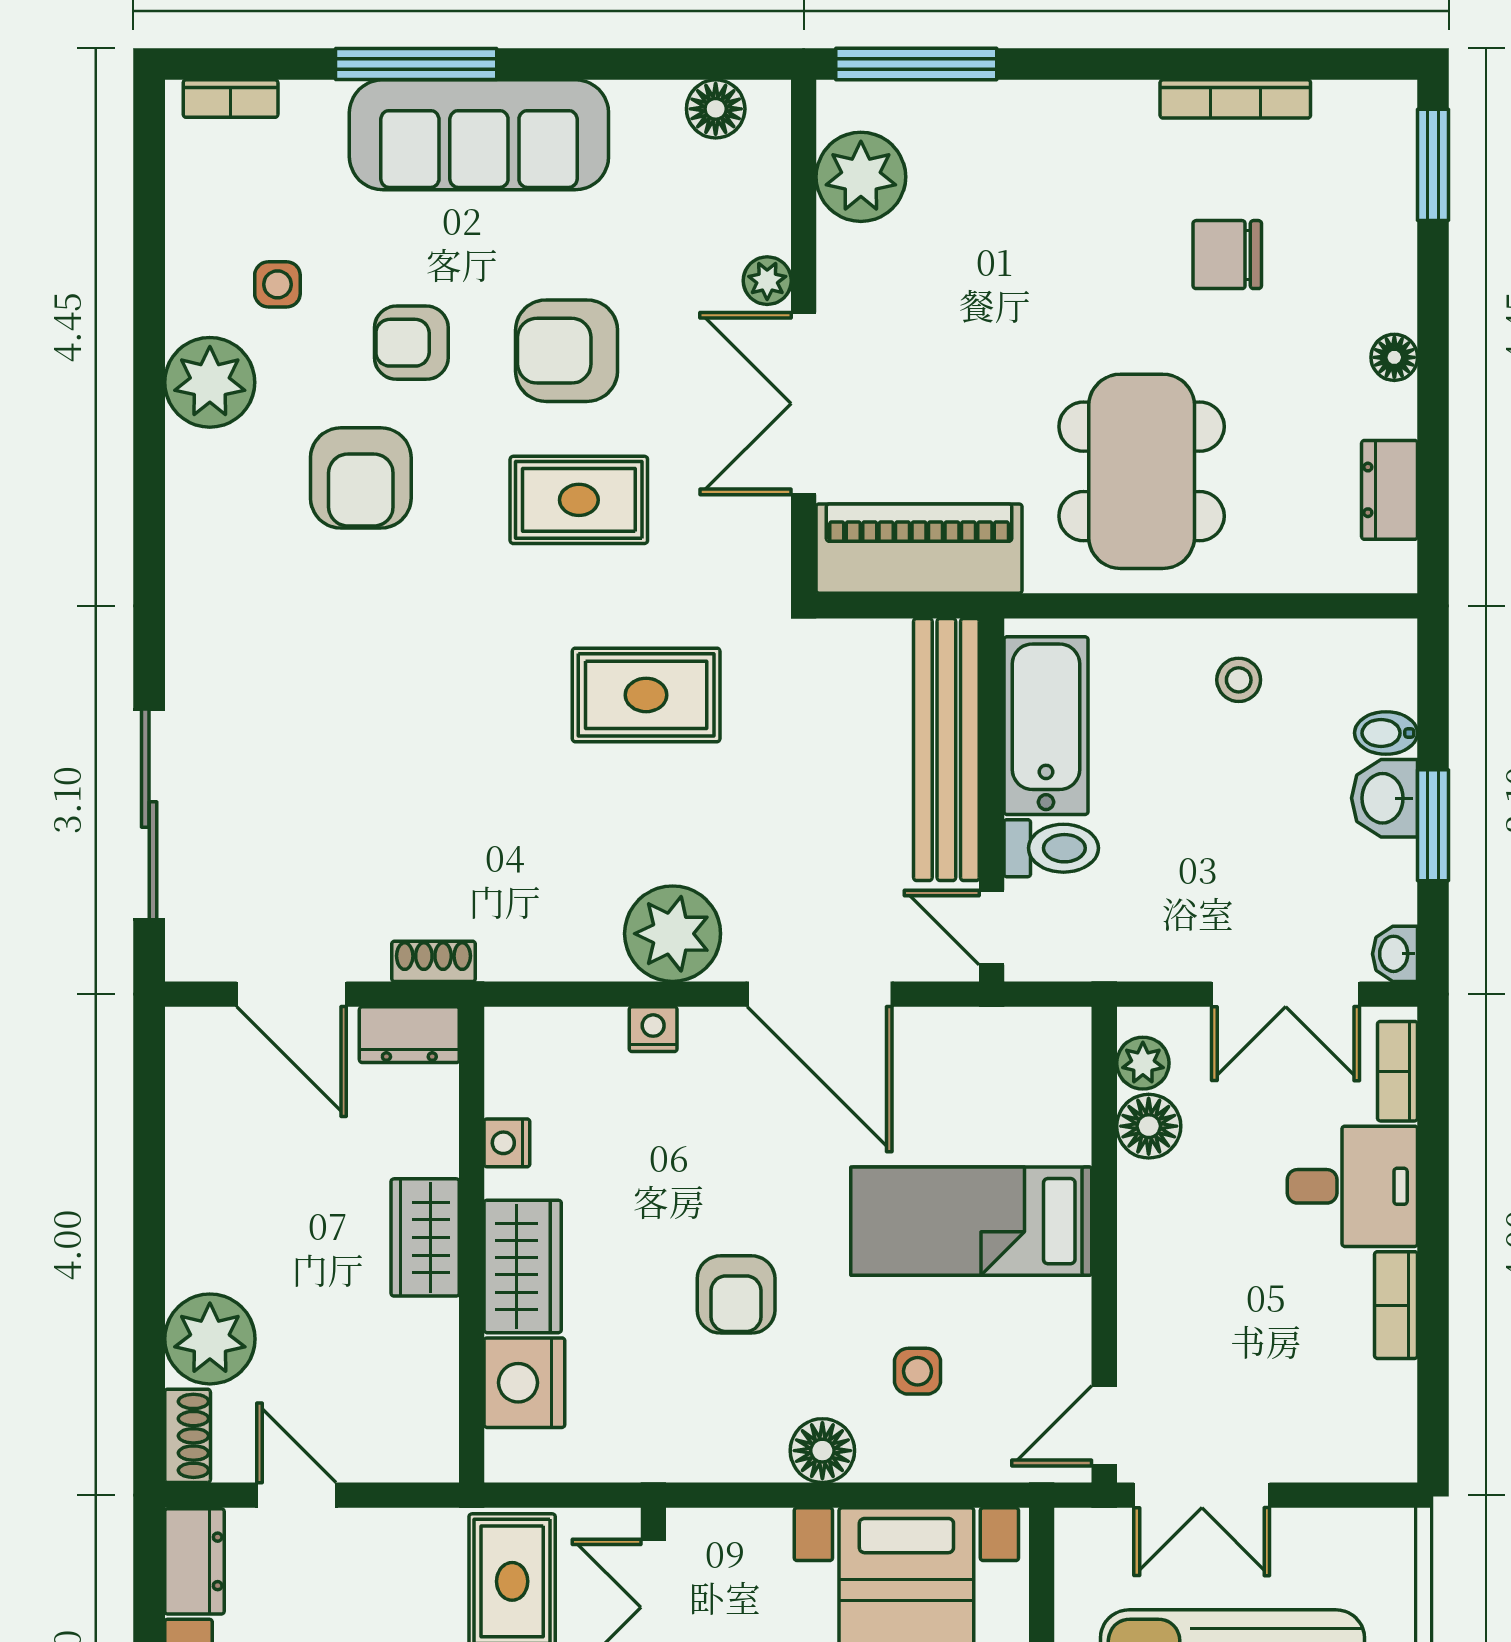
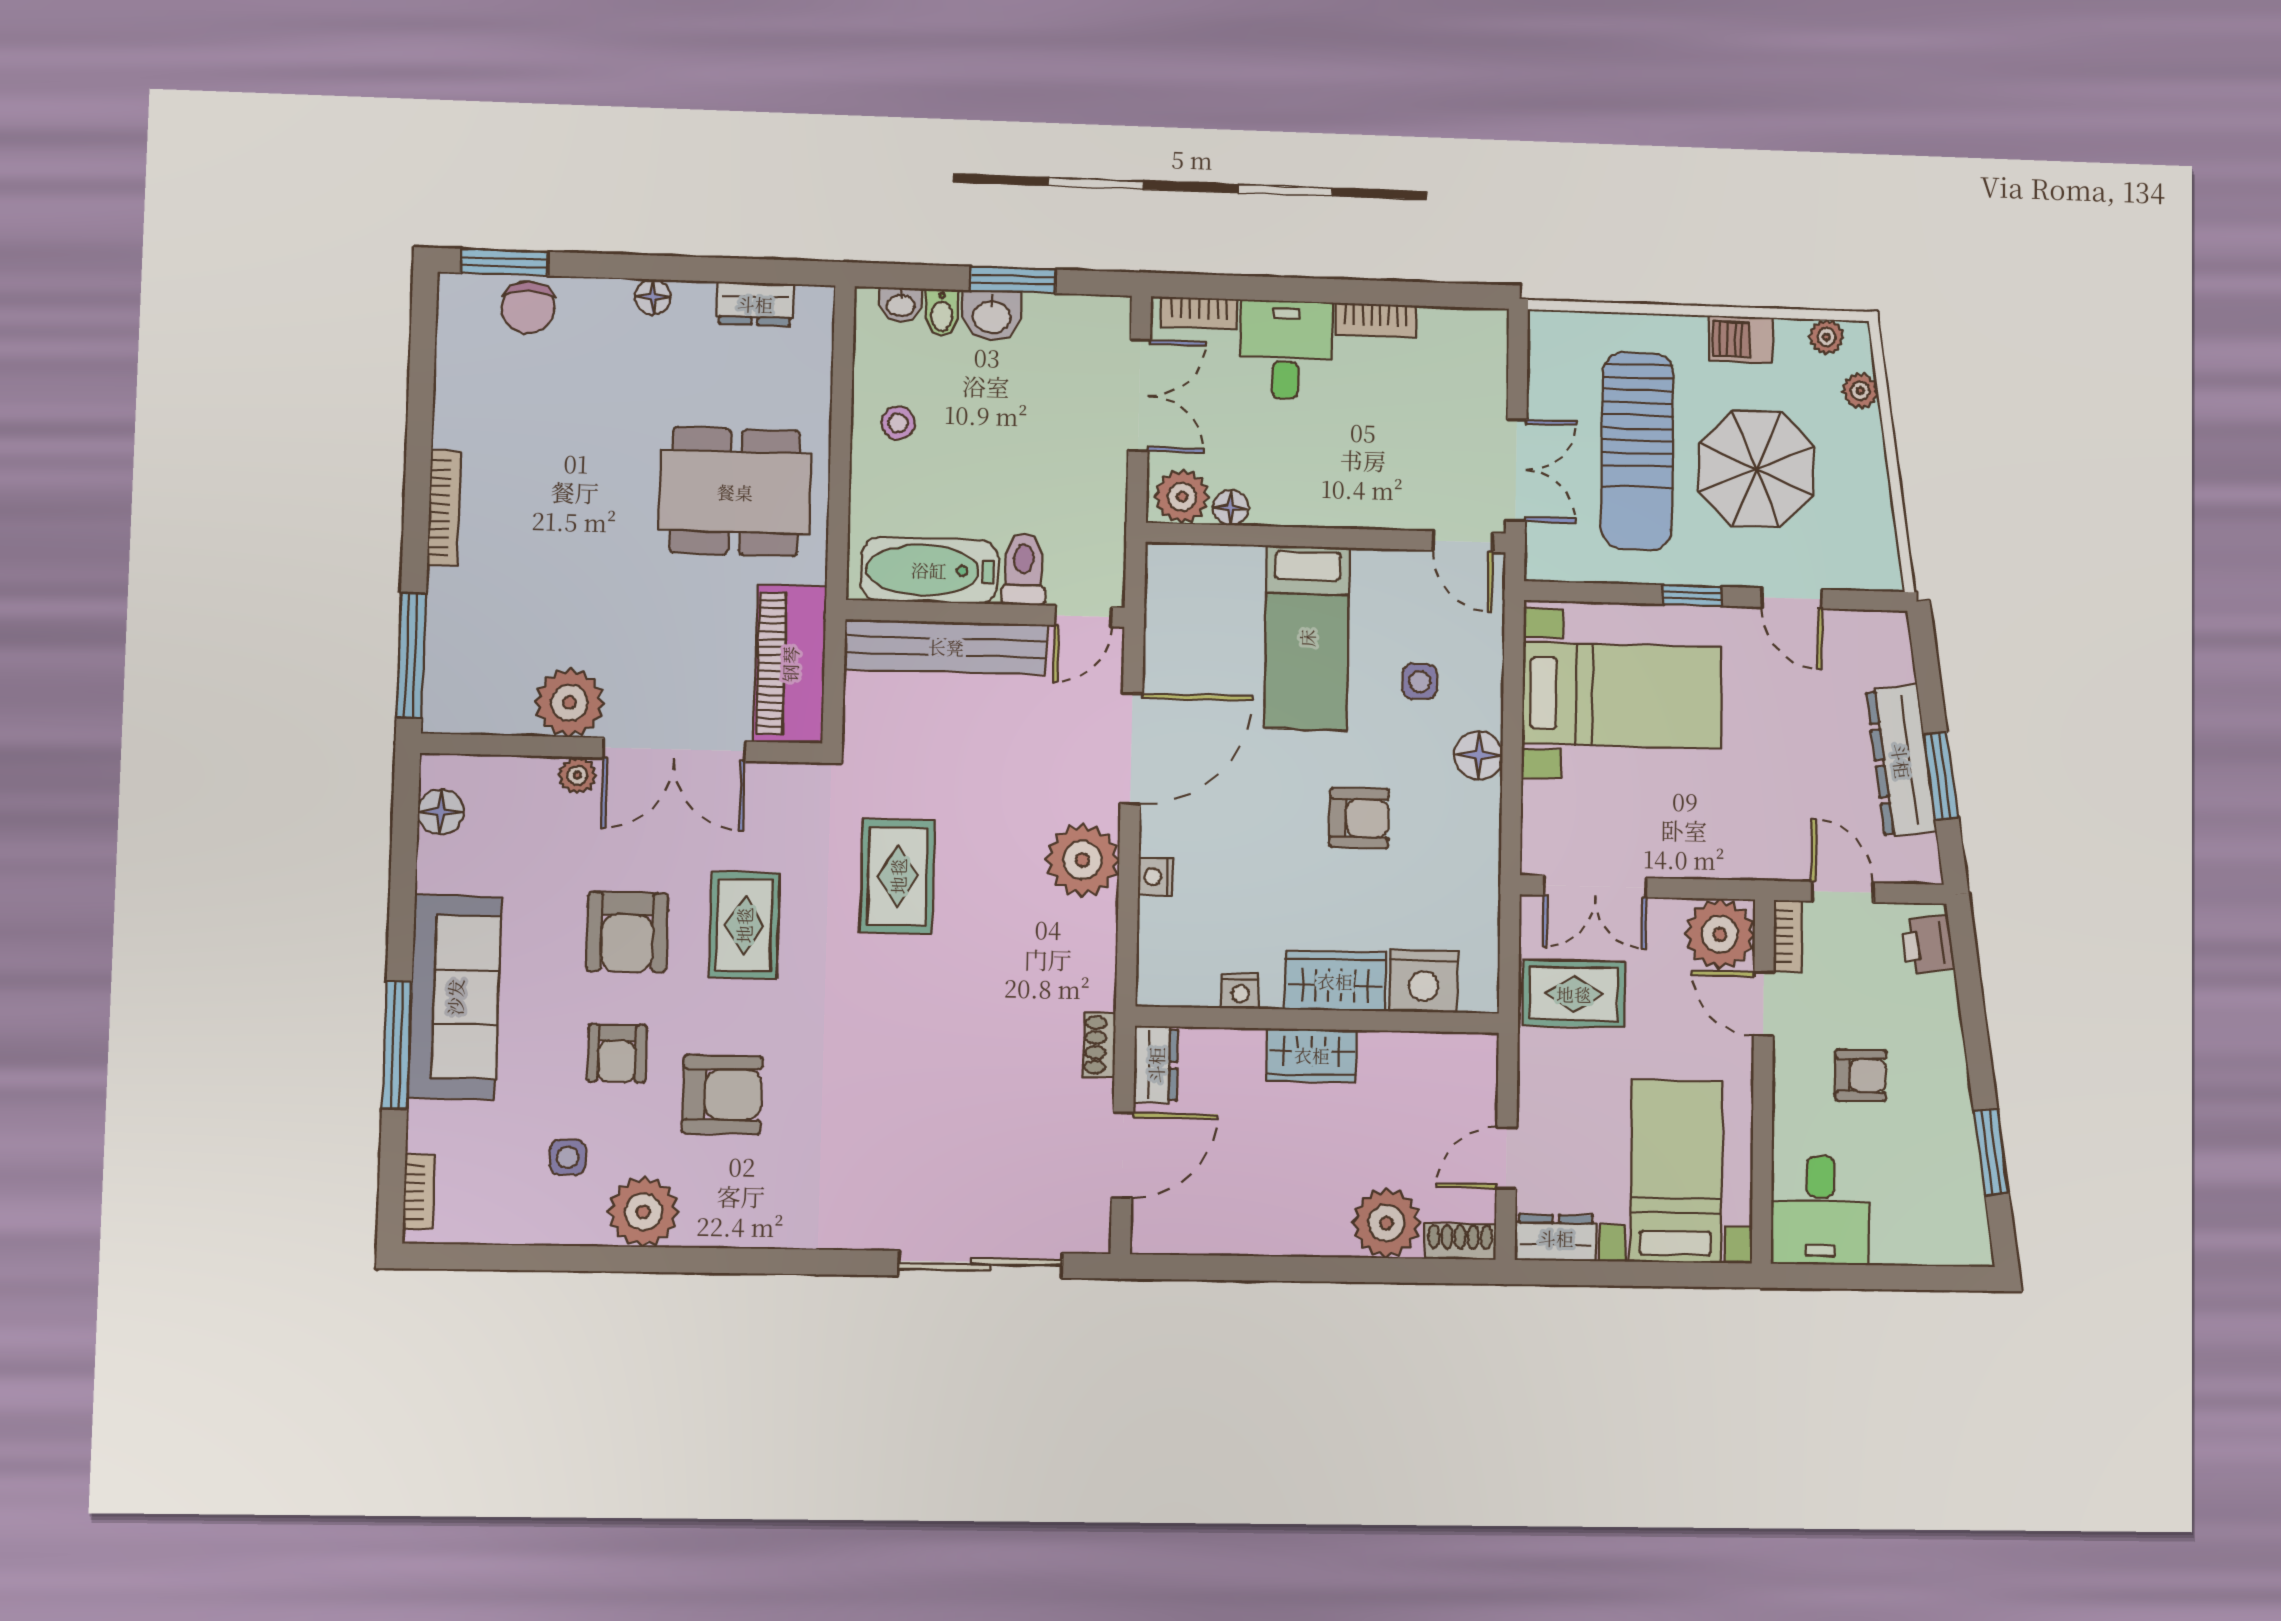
bookcase: (1235, 99) -> (444, 508), moved
plant: (861, 177) -> (570, 703), moved
chair: (1227, 255) -> (528, 307), moved
washbasin: (1395, 954) -> (901, 305), moved
plant: (1143, 1063) -> (1182, 497), width x1.38, depth x1.38
floor lamp: (1149, 1126) -> (1231, 508), width x0.73, depth x0.73

